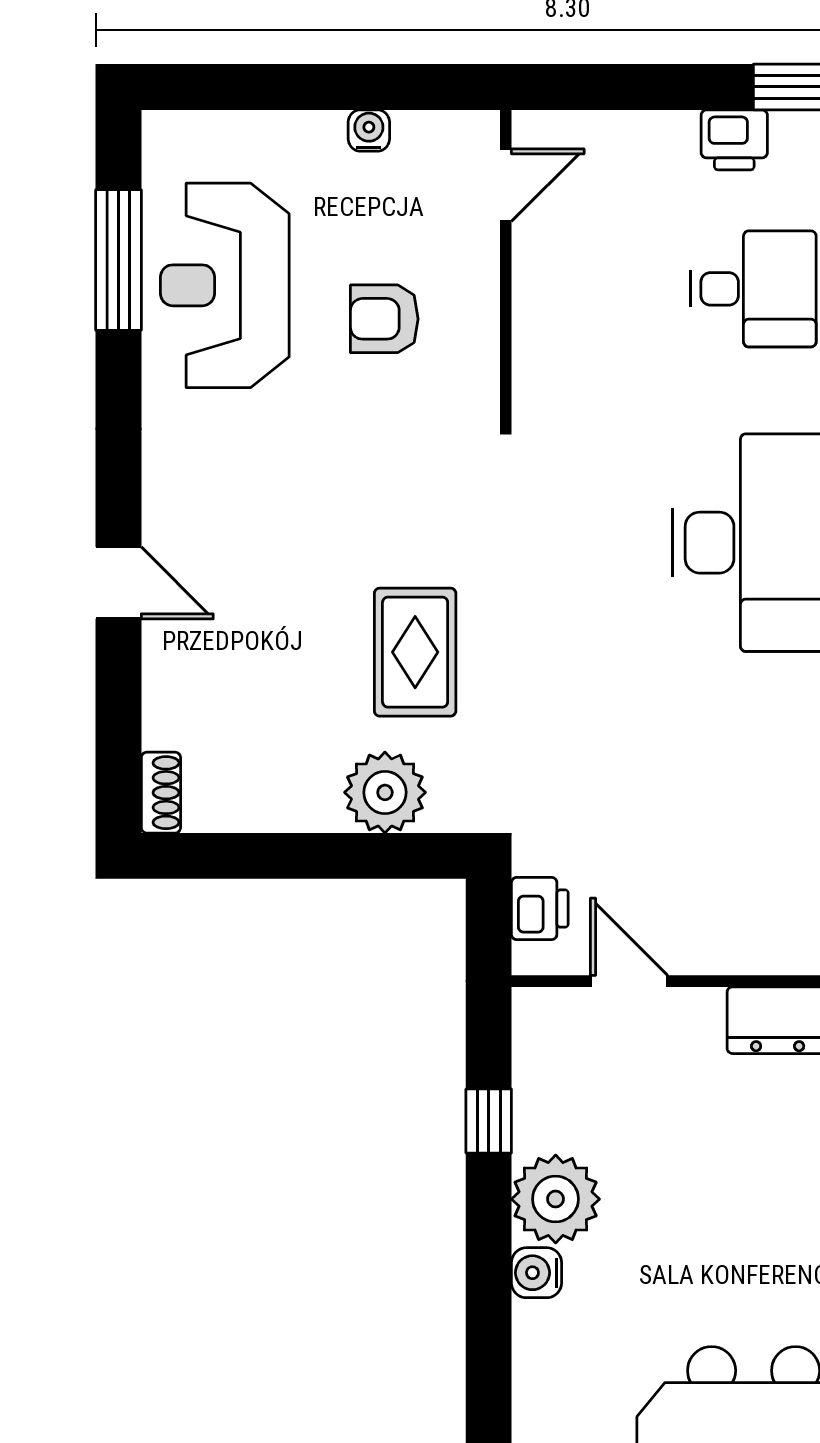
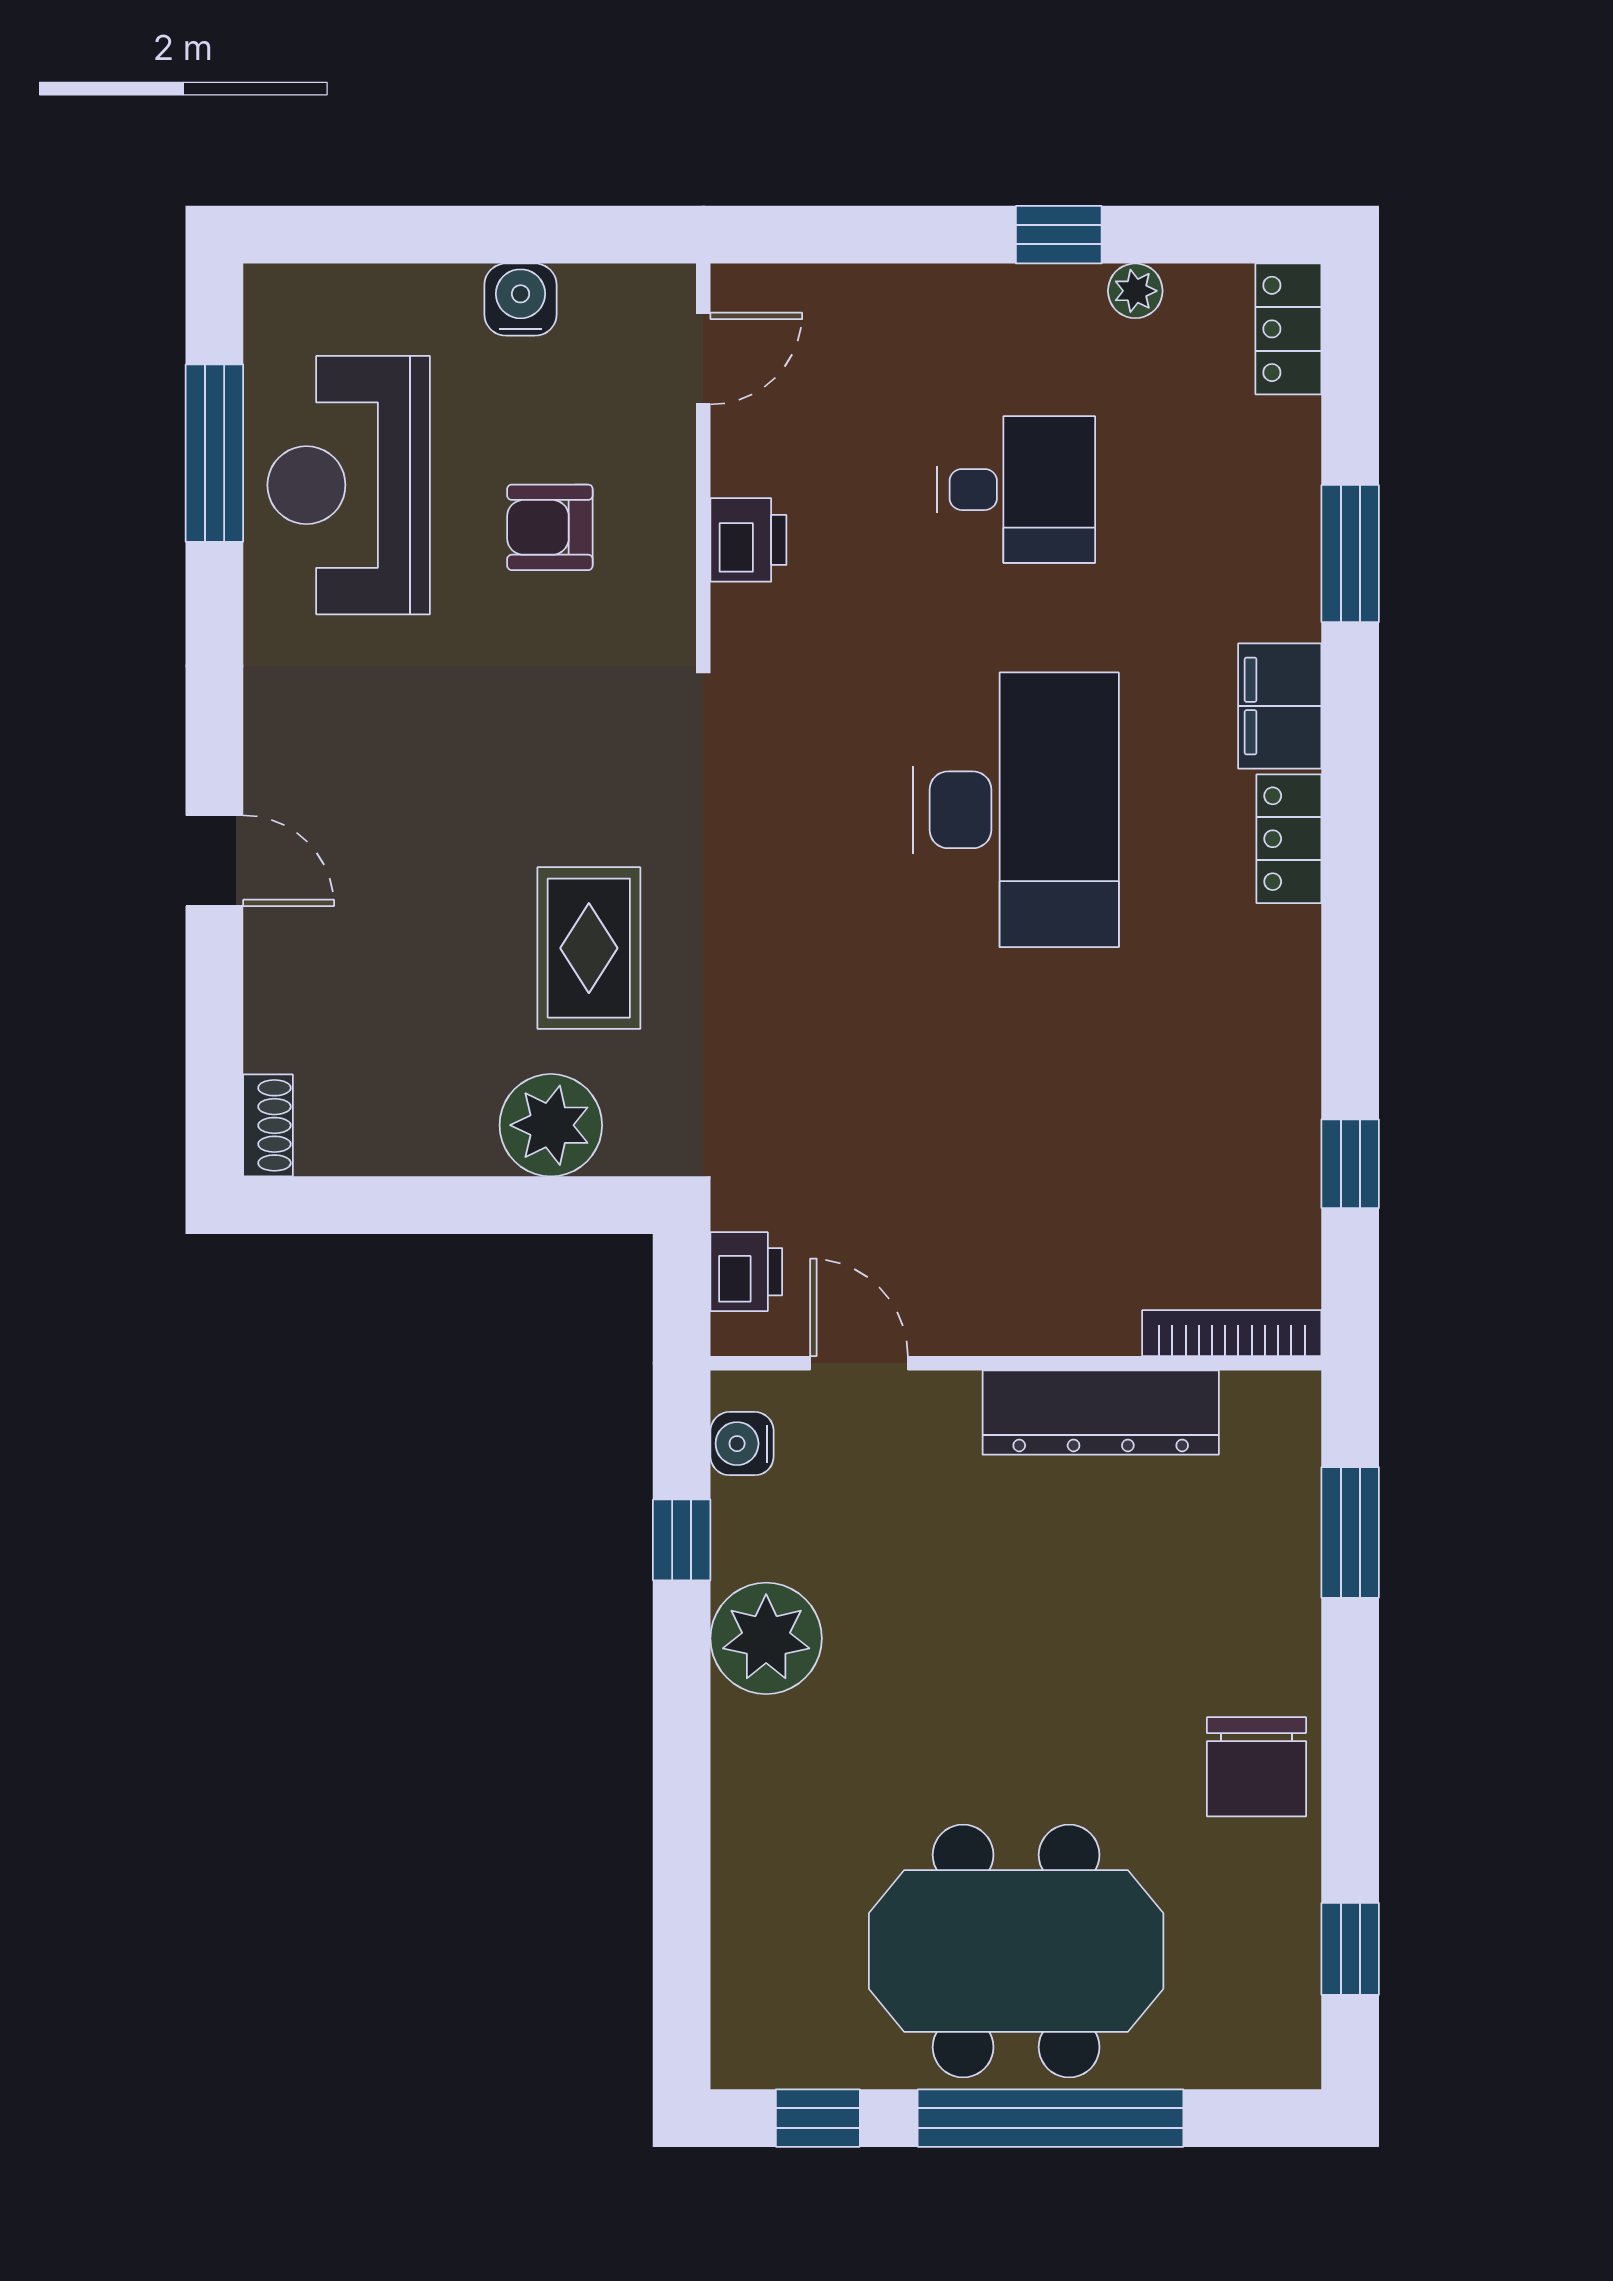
water cooler: (369, 130) -> (521, 300), width x1.38, depth x1.38
printer: (734, 140) -> (748, 540), moved, turned -90
water cooler: (536, 1273) -> (742, 1444), moved

